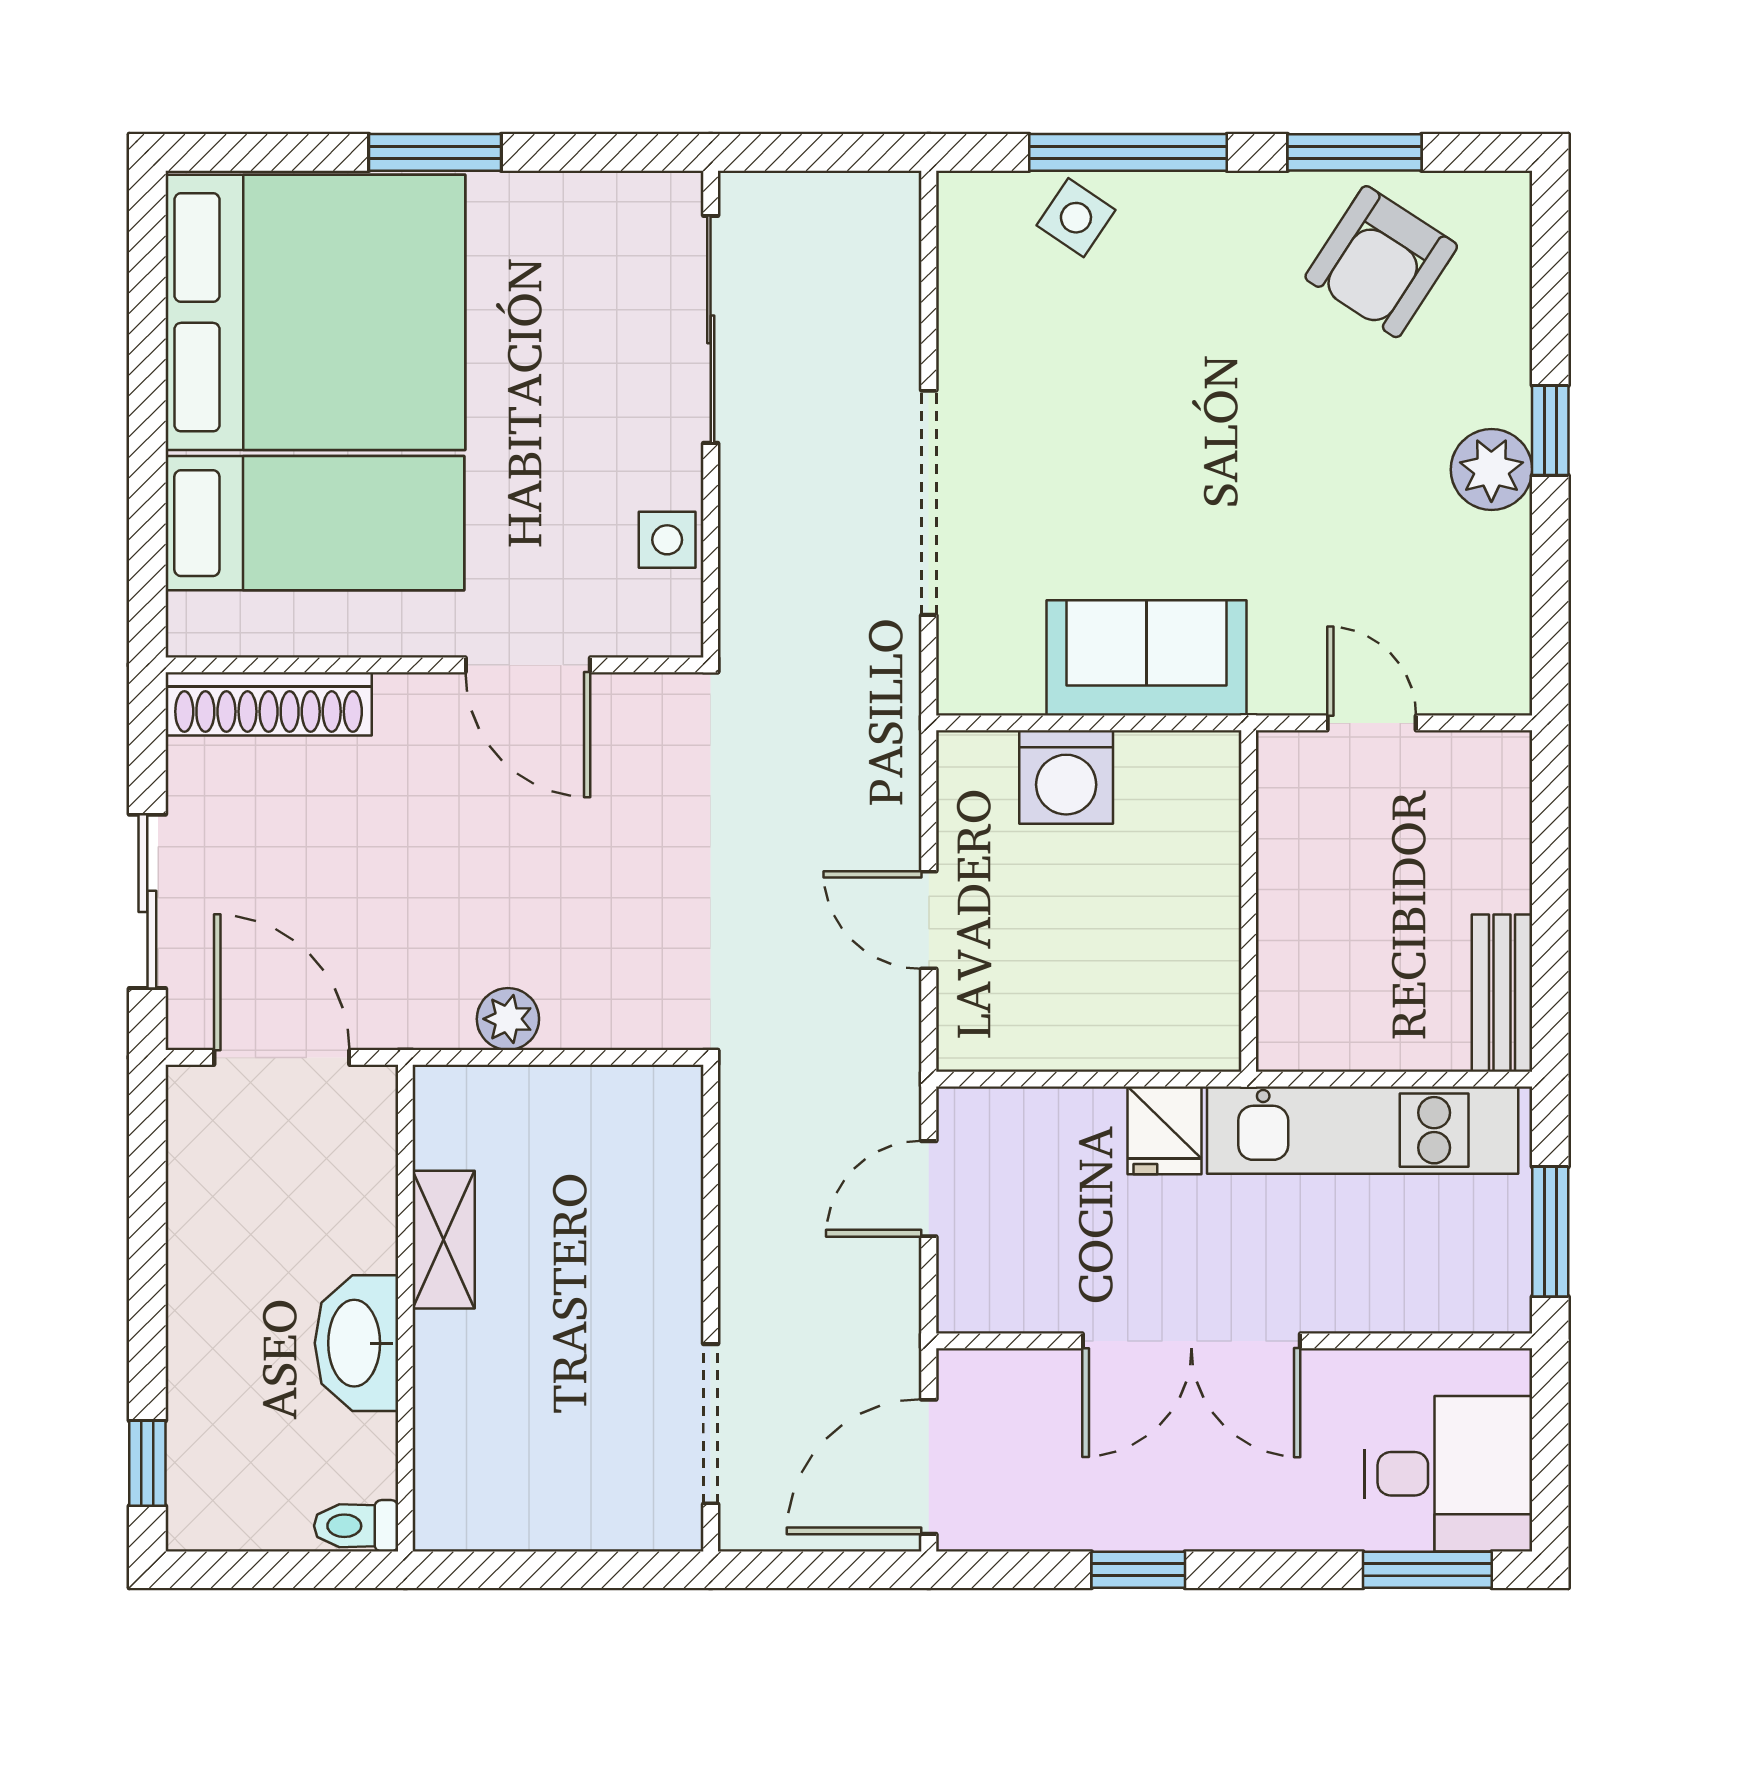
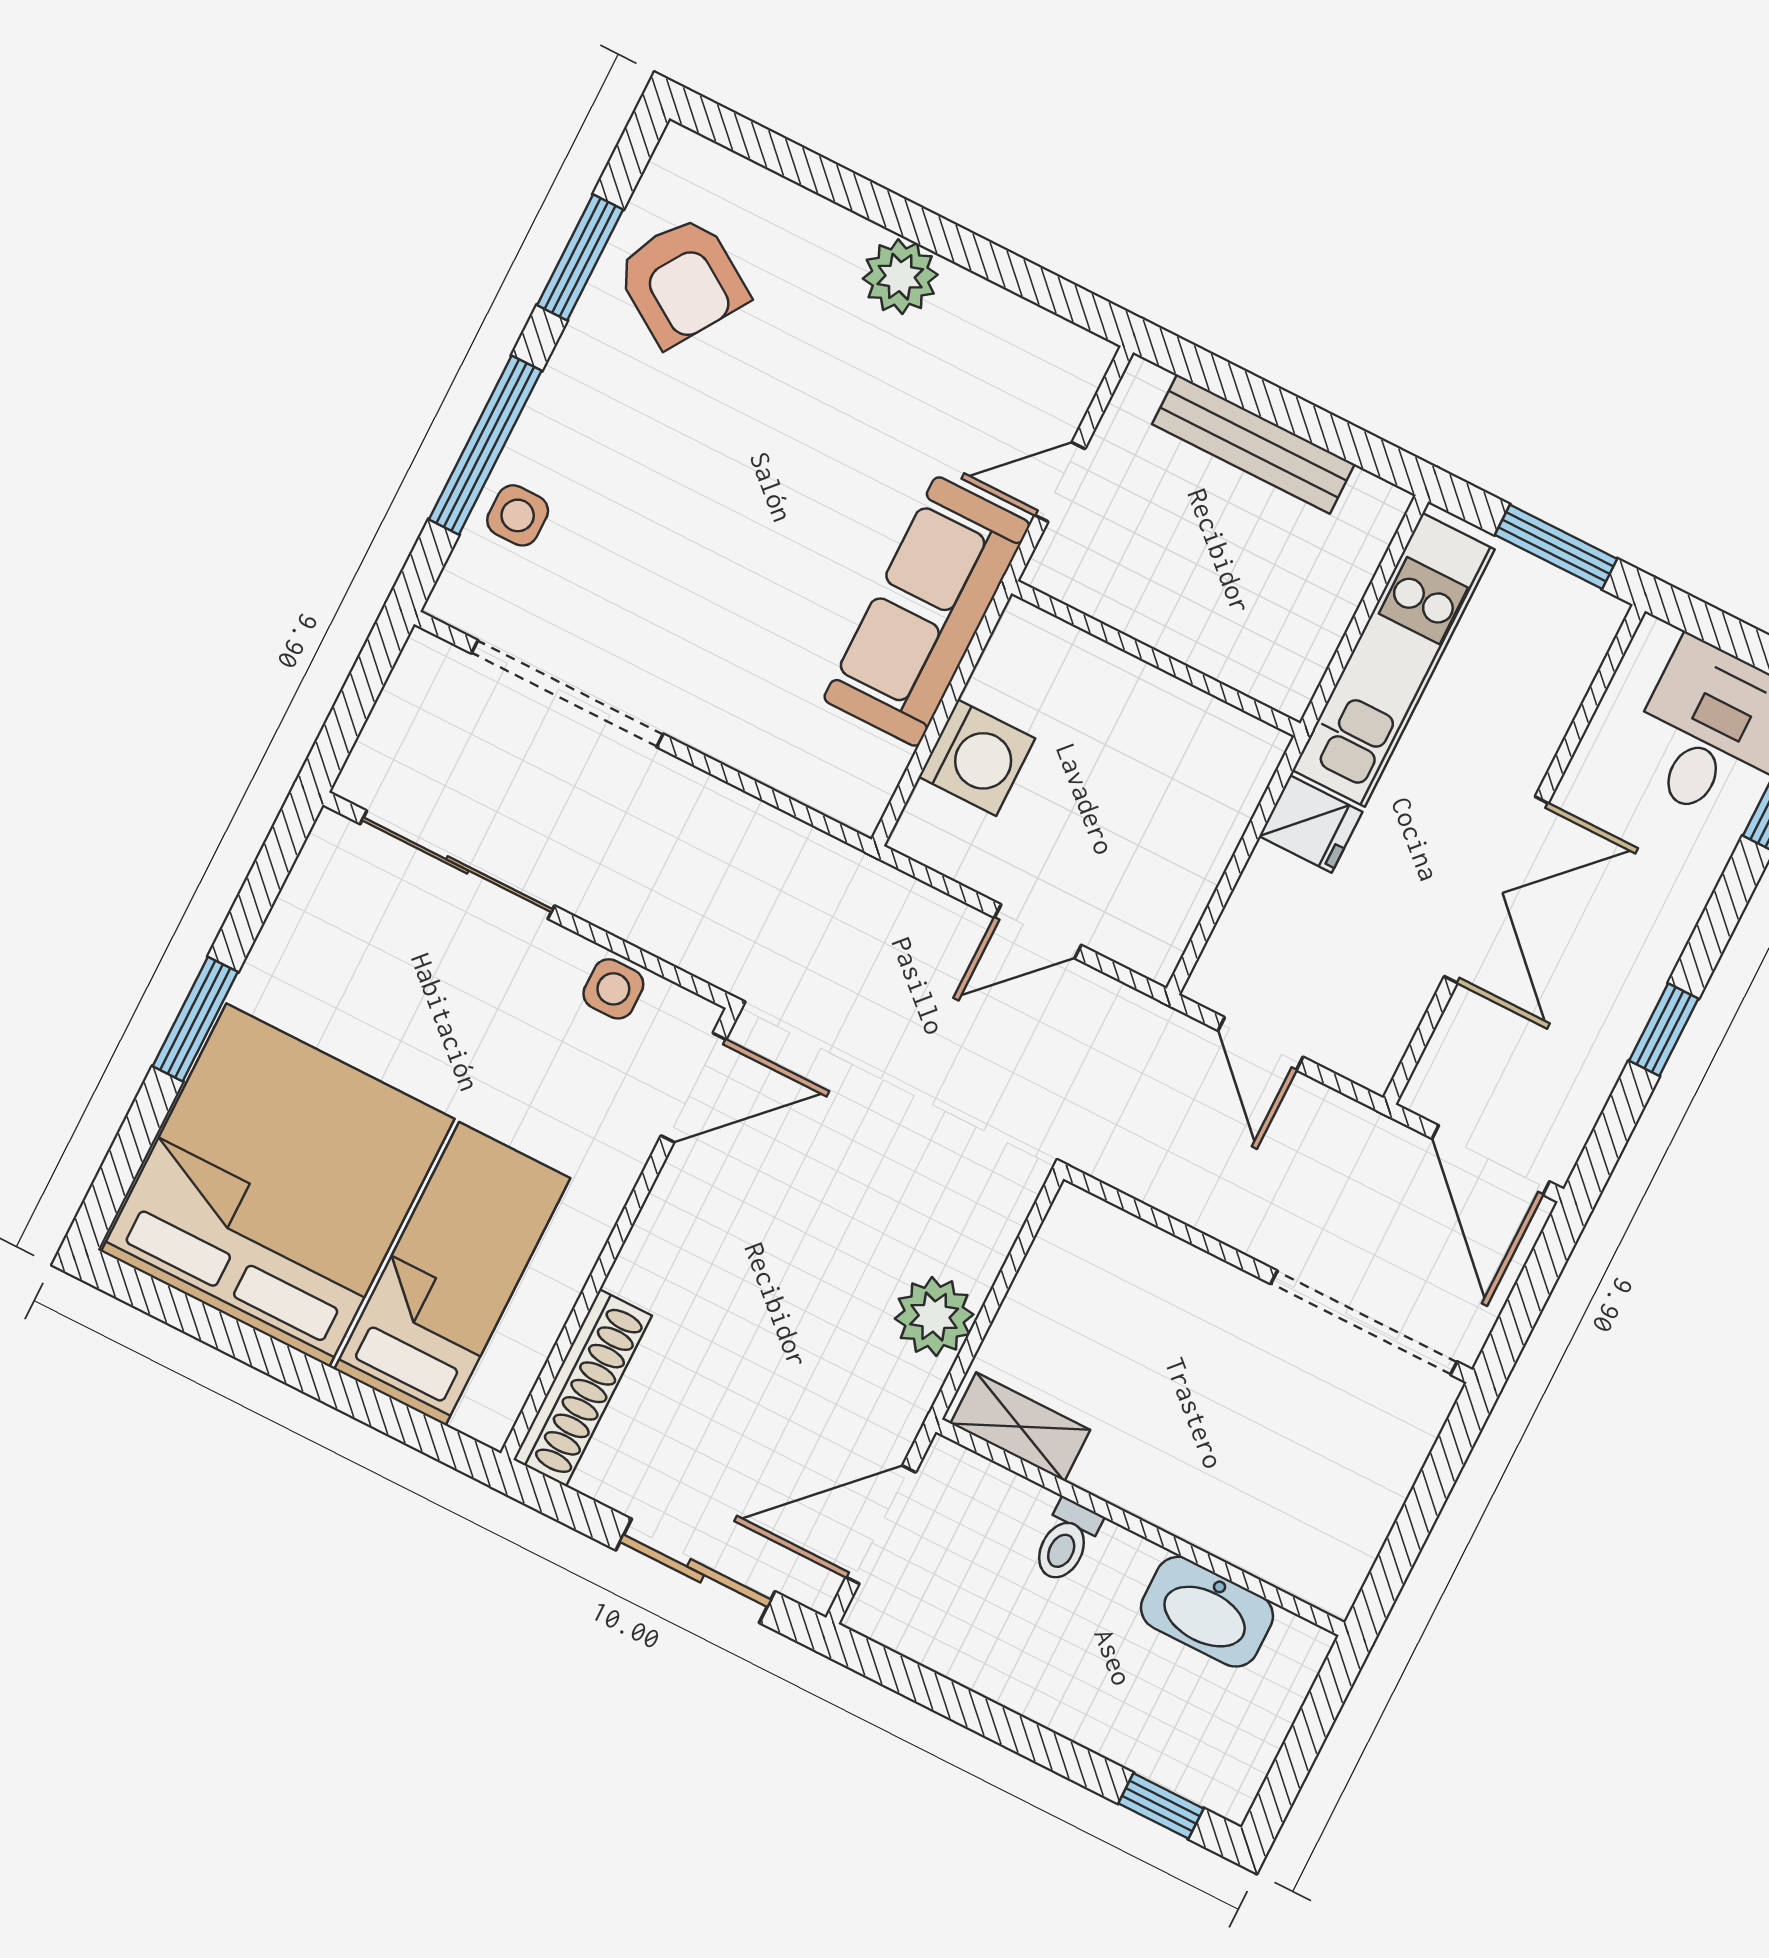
side table: (1076, 218) -> (518, 515), turned -34
window: (1550, 430) -> (892, 212), removed
doorway: (929, 503) -> (567, 694), moved
sofa: (1146, 658) -> (927, 612), width x1.36
door: (528, 665) -> (694, 1088), moved
bench: (1502, 993) -> (1253, 444), moved, width x1.36
plant: (508, 1019) -> (934, 1316), width x1.38, depth x1.38
shelving: (444, 1240) -> (1020, 1427), moved
washbasin: (357, 1343) -> (1207, 1612), moved
doorway: (711, 1424) -> (1364, 1323), width x1.36
toilet: (356, 1526) -> (1066, 1541), moved

